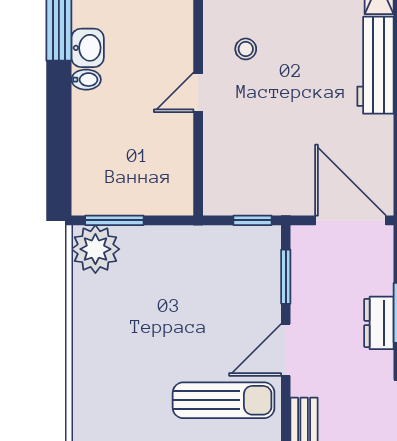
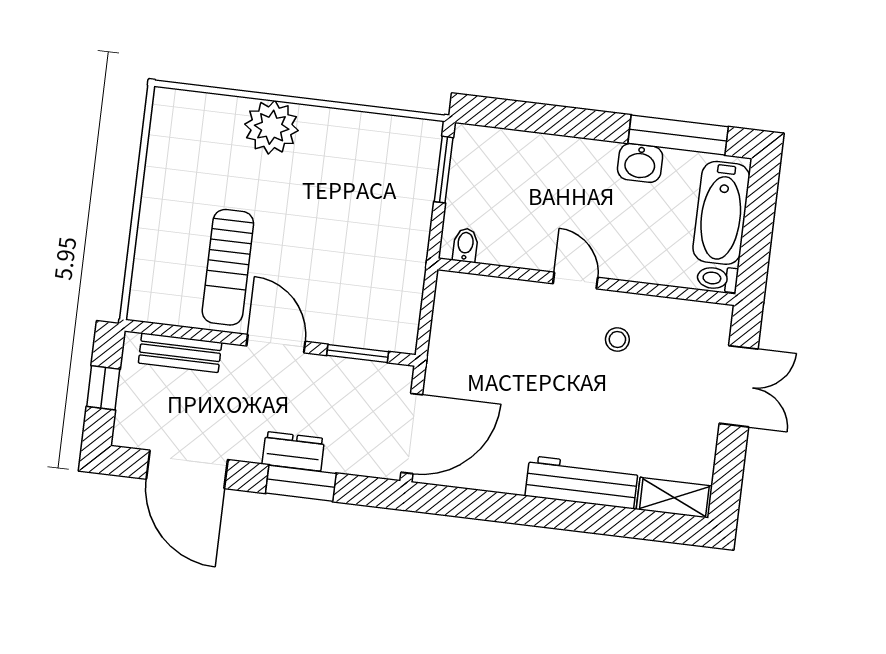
bidet: (86, 80) -> (465, 245), moved, turned 180
window: (253, 220) -> (425, 324), removed
plant: (95, 249) -> (272, 127), moved

